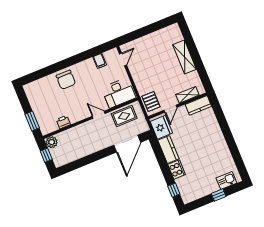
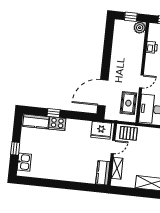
door: (170, 109) -> (113, 147), swing flipped
door: (127, 144) -> (103, 93), hinge flipped
kitchen counter: (168, 149) -> (36, 122), moved
window: (174, 190) -> (54, 113), moved

